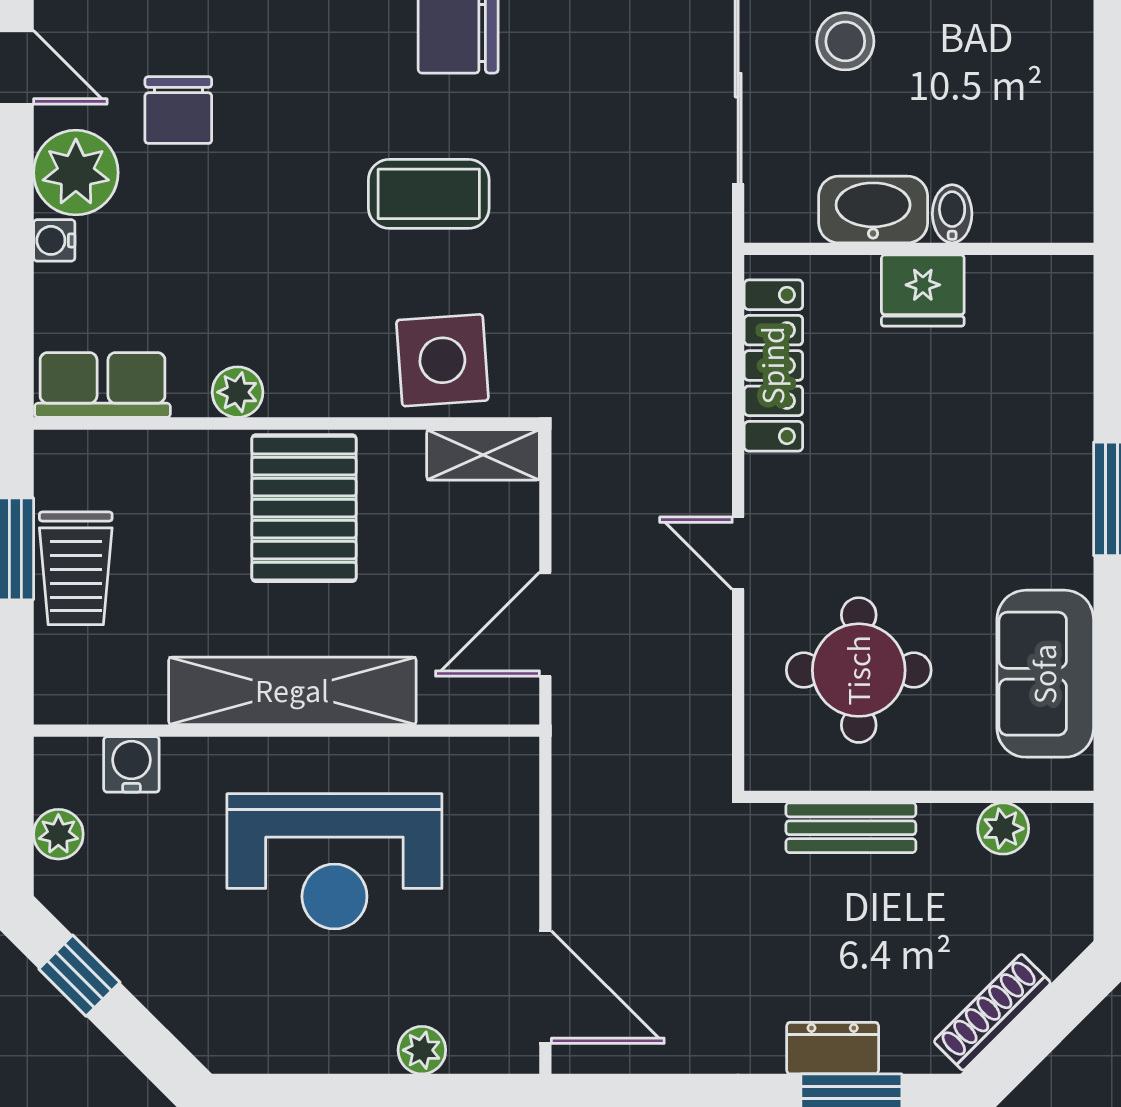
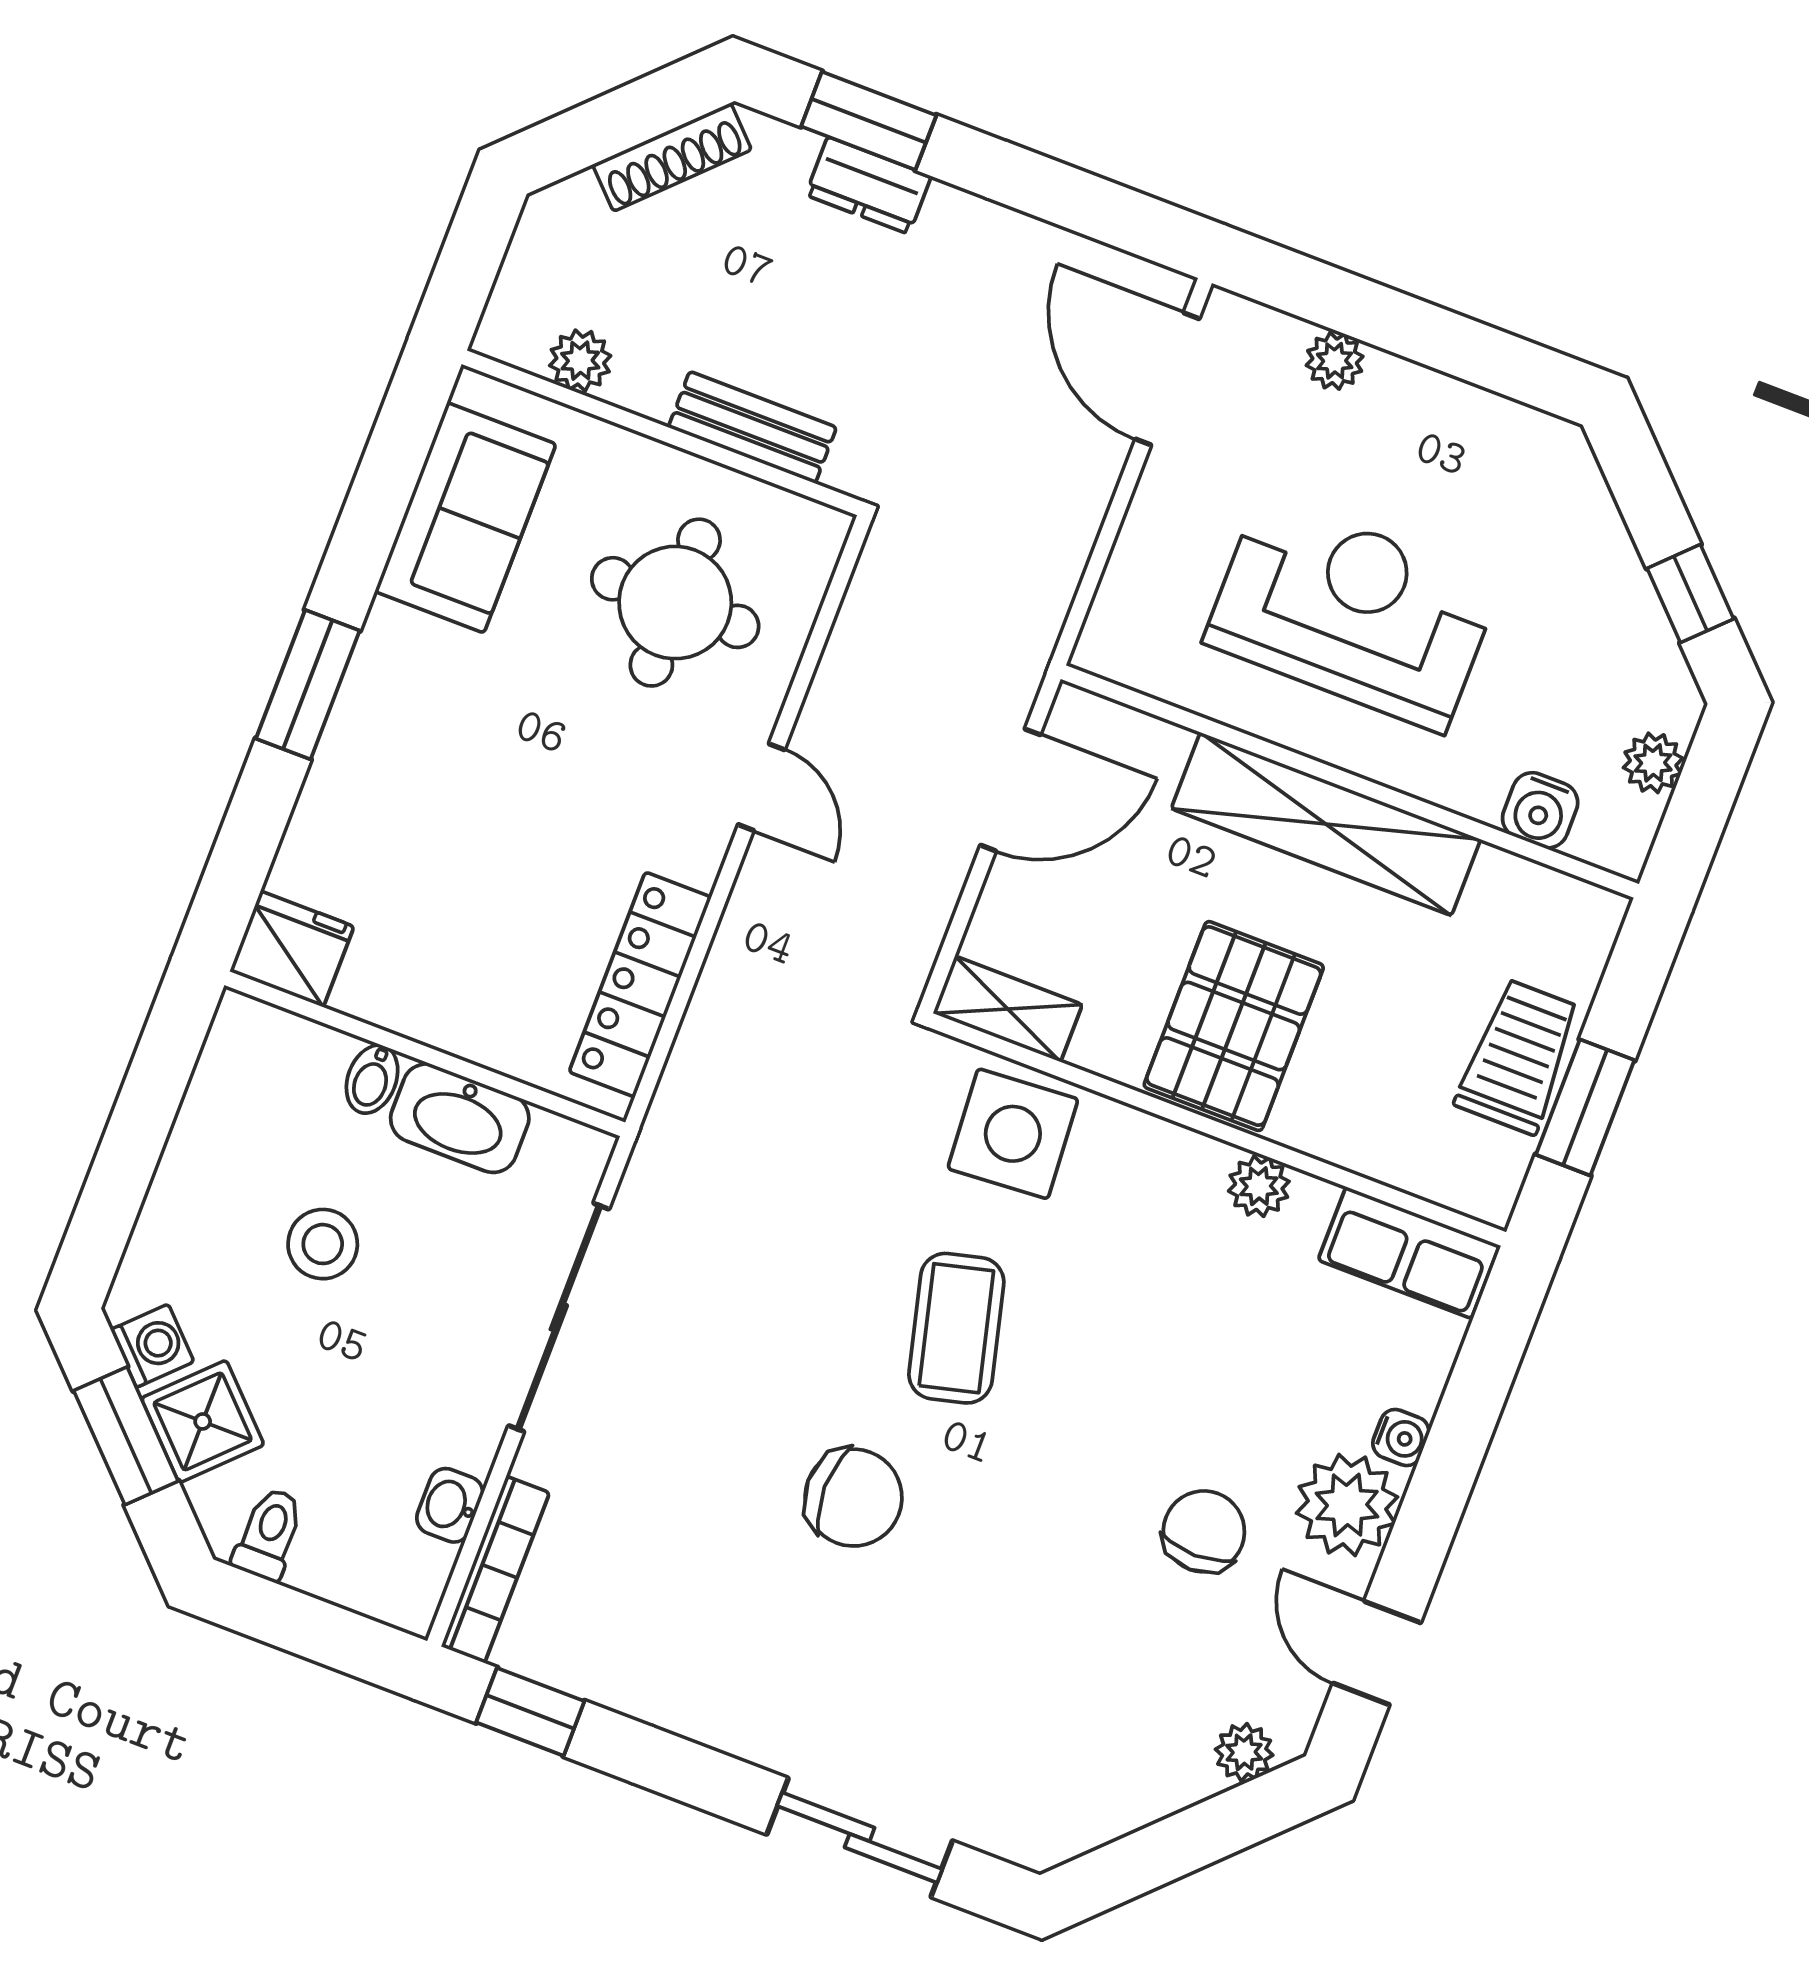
stool: (845, 41) -> (323, 1244), moved
coffee table: (429, 194) -> (956, 1328), turned 76
fridge: (923, 290) -> (292, 949), moved

